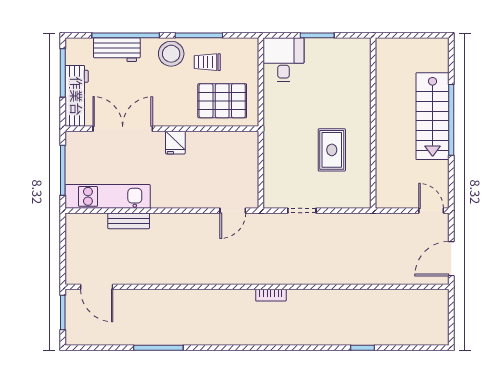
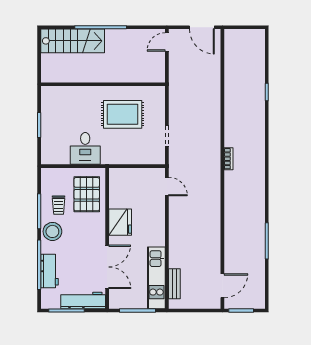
desk: (283, 60) -> (85, 148), moved, turned -90
stairs: (433, 116) -> (73, 41), moved
double door: (123, 129) -> (107, 267), swing flipped
fridge: (175, 143) -> (120, 222), width x1.88, depth x1.34
rug: (332, 150) -> (123, 114), width x1.36, depth x1.43
bench: (129, 221) -> (174, 284), moved

